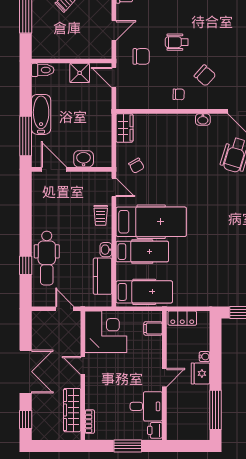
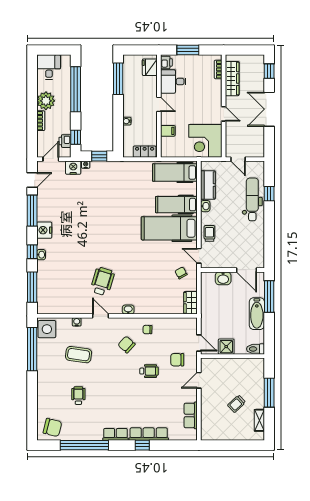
filing cabinet: (153, 328) -> (168, 131), moved
fridge: (200, 373) -> (150, 67), moved, turned 180
door: (164, 378) -> (159, 104), swing flipped

